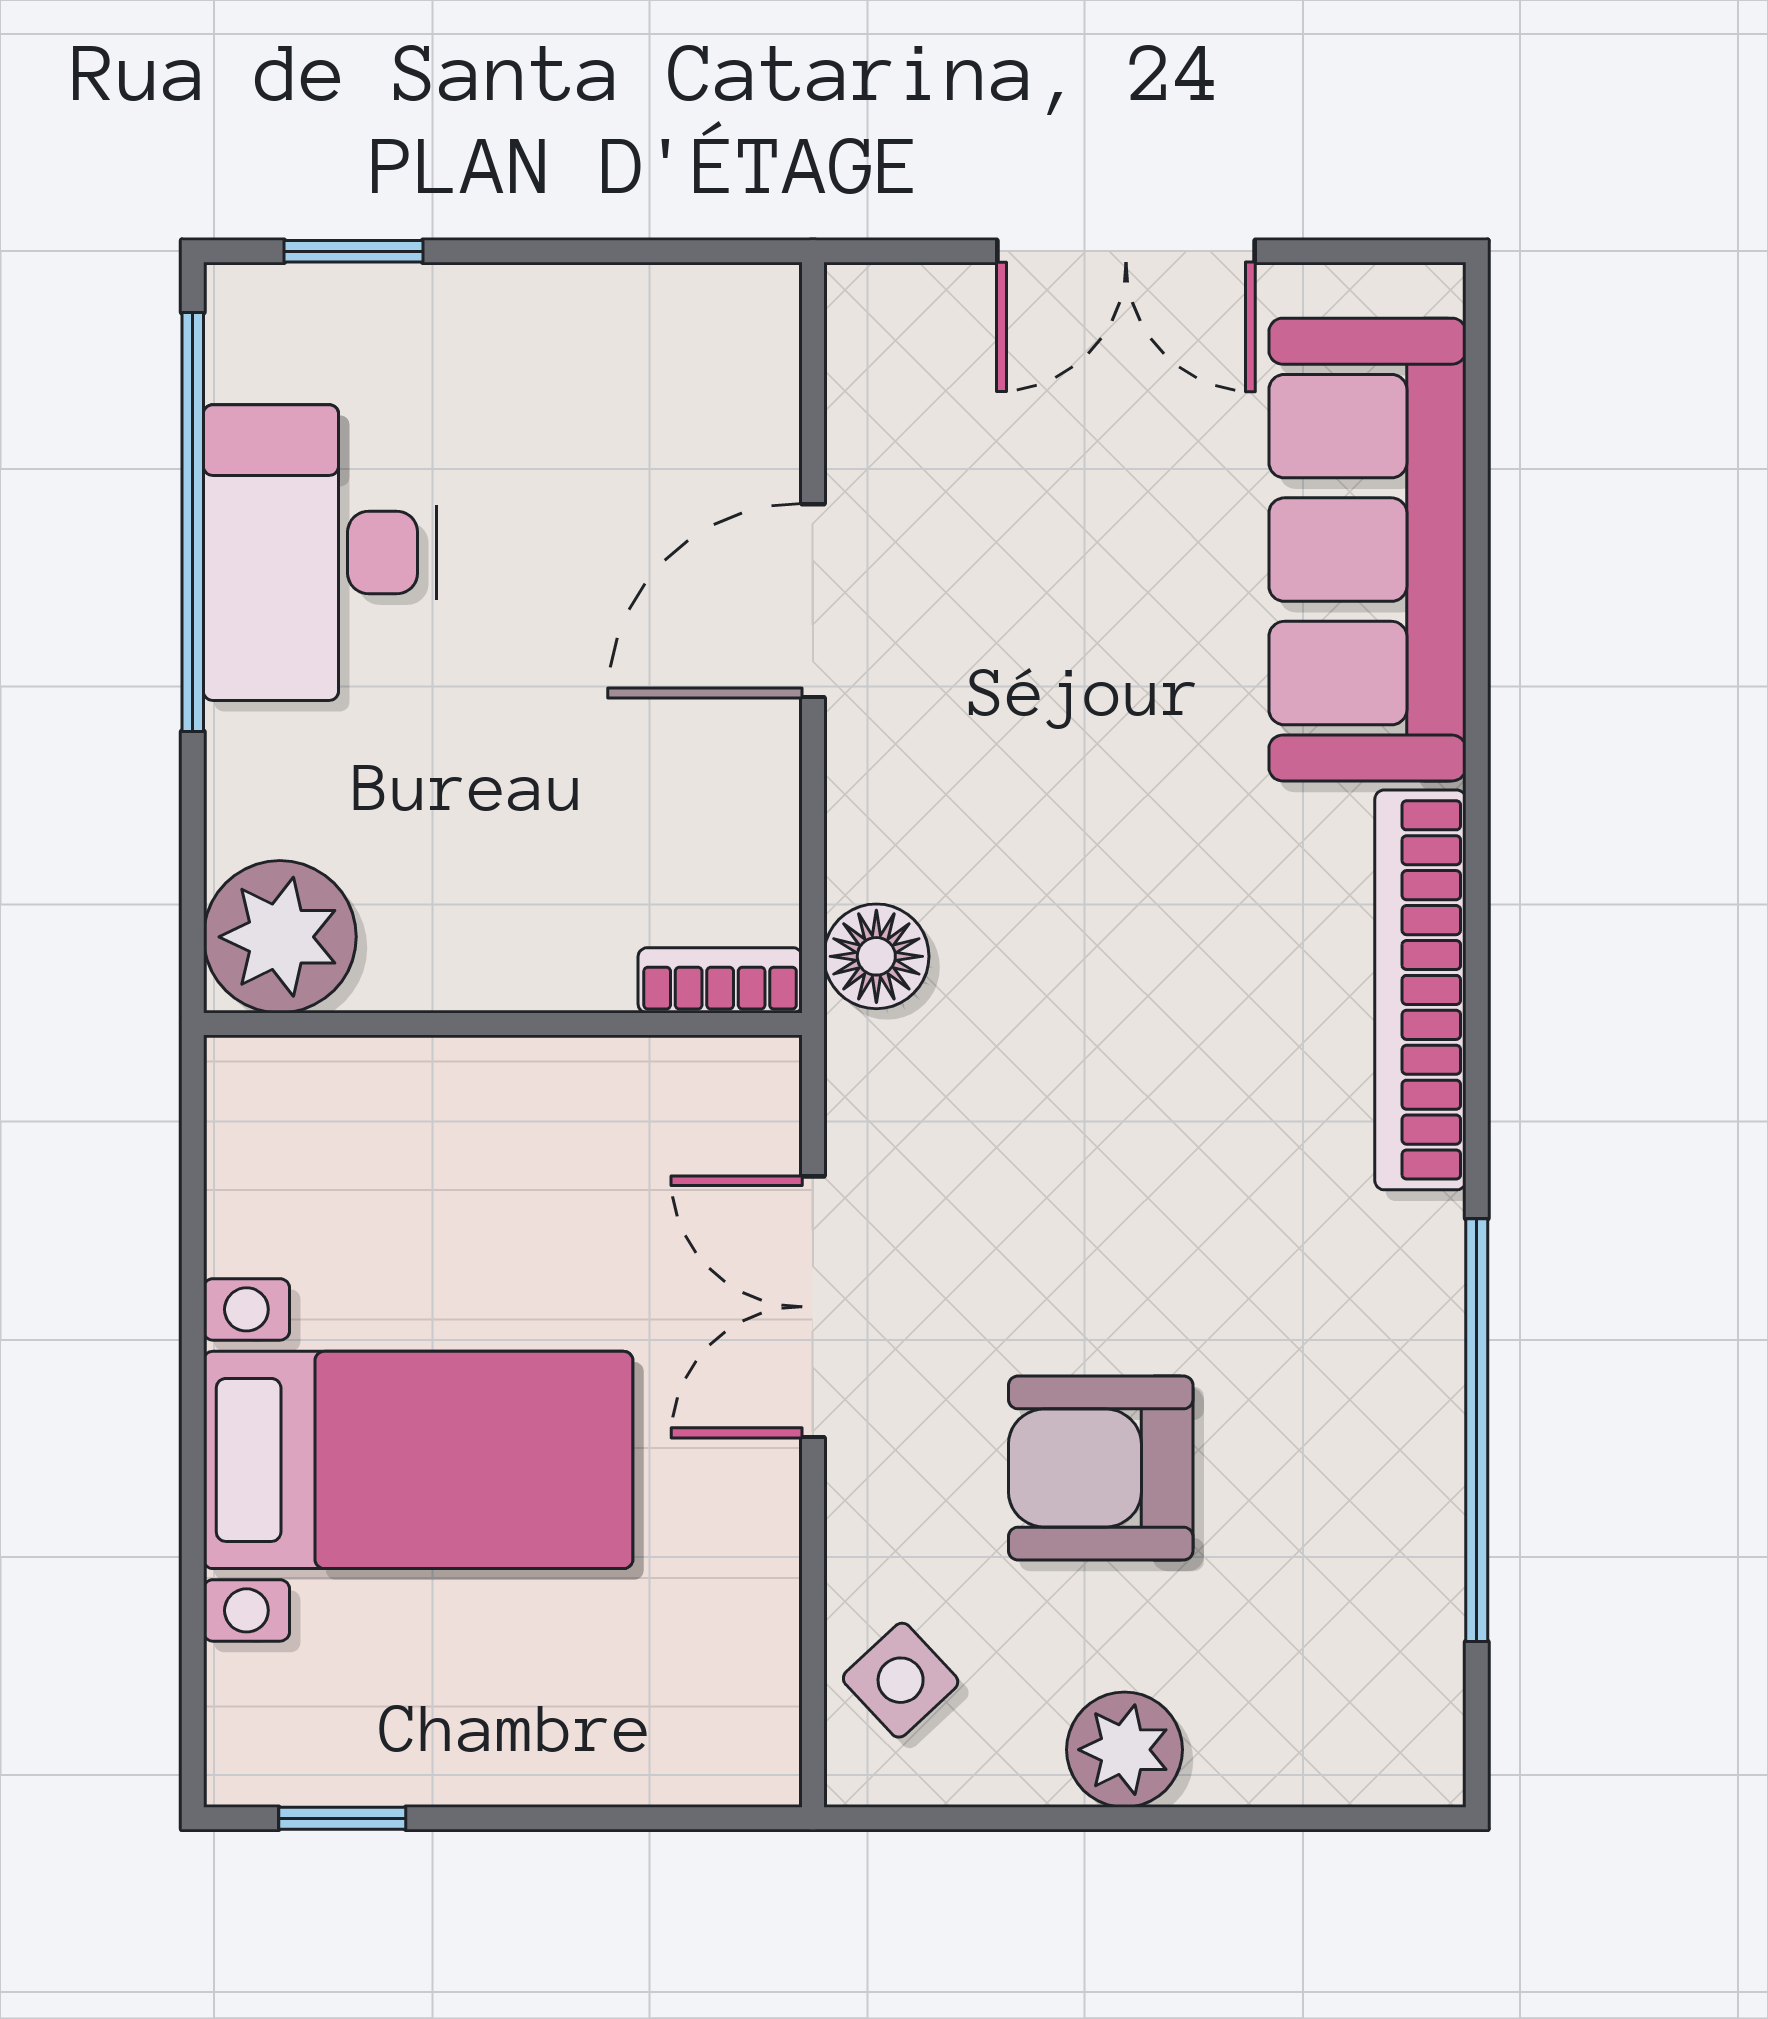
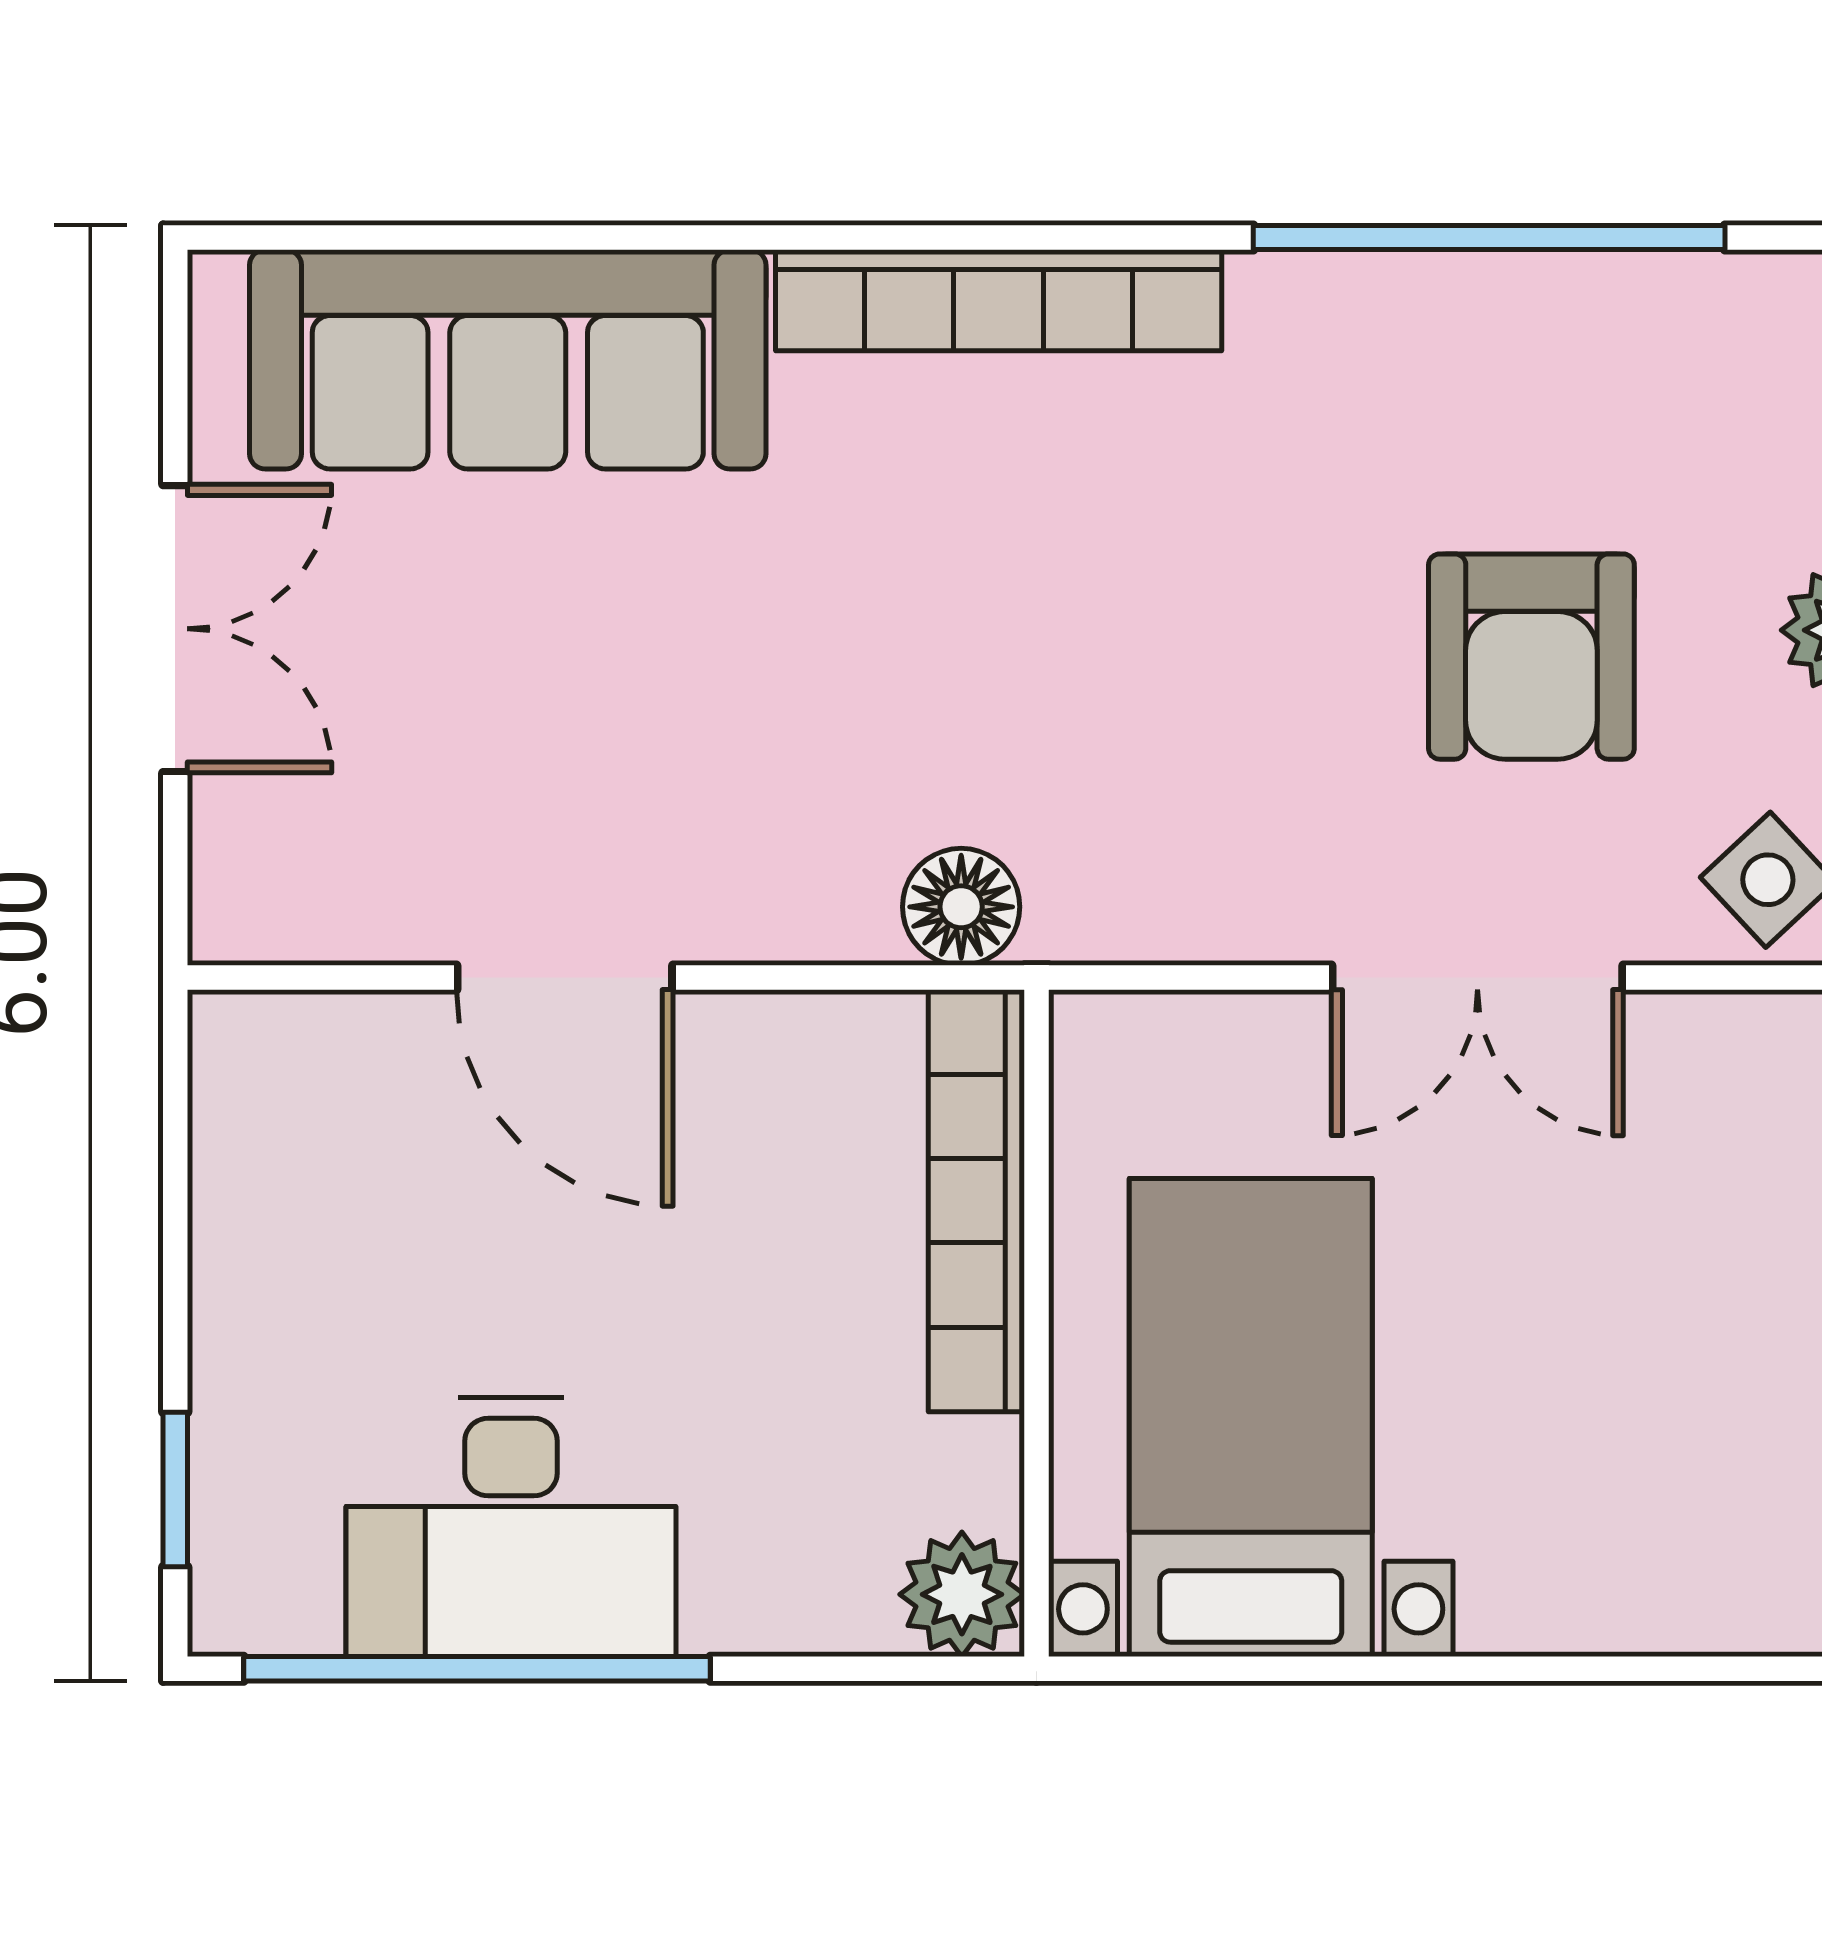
plant: (280, 937) -> (962, 1594), width x0.73, depth x0.73
bookcase: (720, 980) -> (976, 1201), width x2.31, depth x1.31
double door: (813, 1307) -> (1477, 977), moved
bed with nightstands: (418, 1460) -> (1251, 1417), moved

